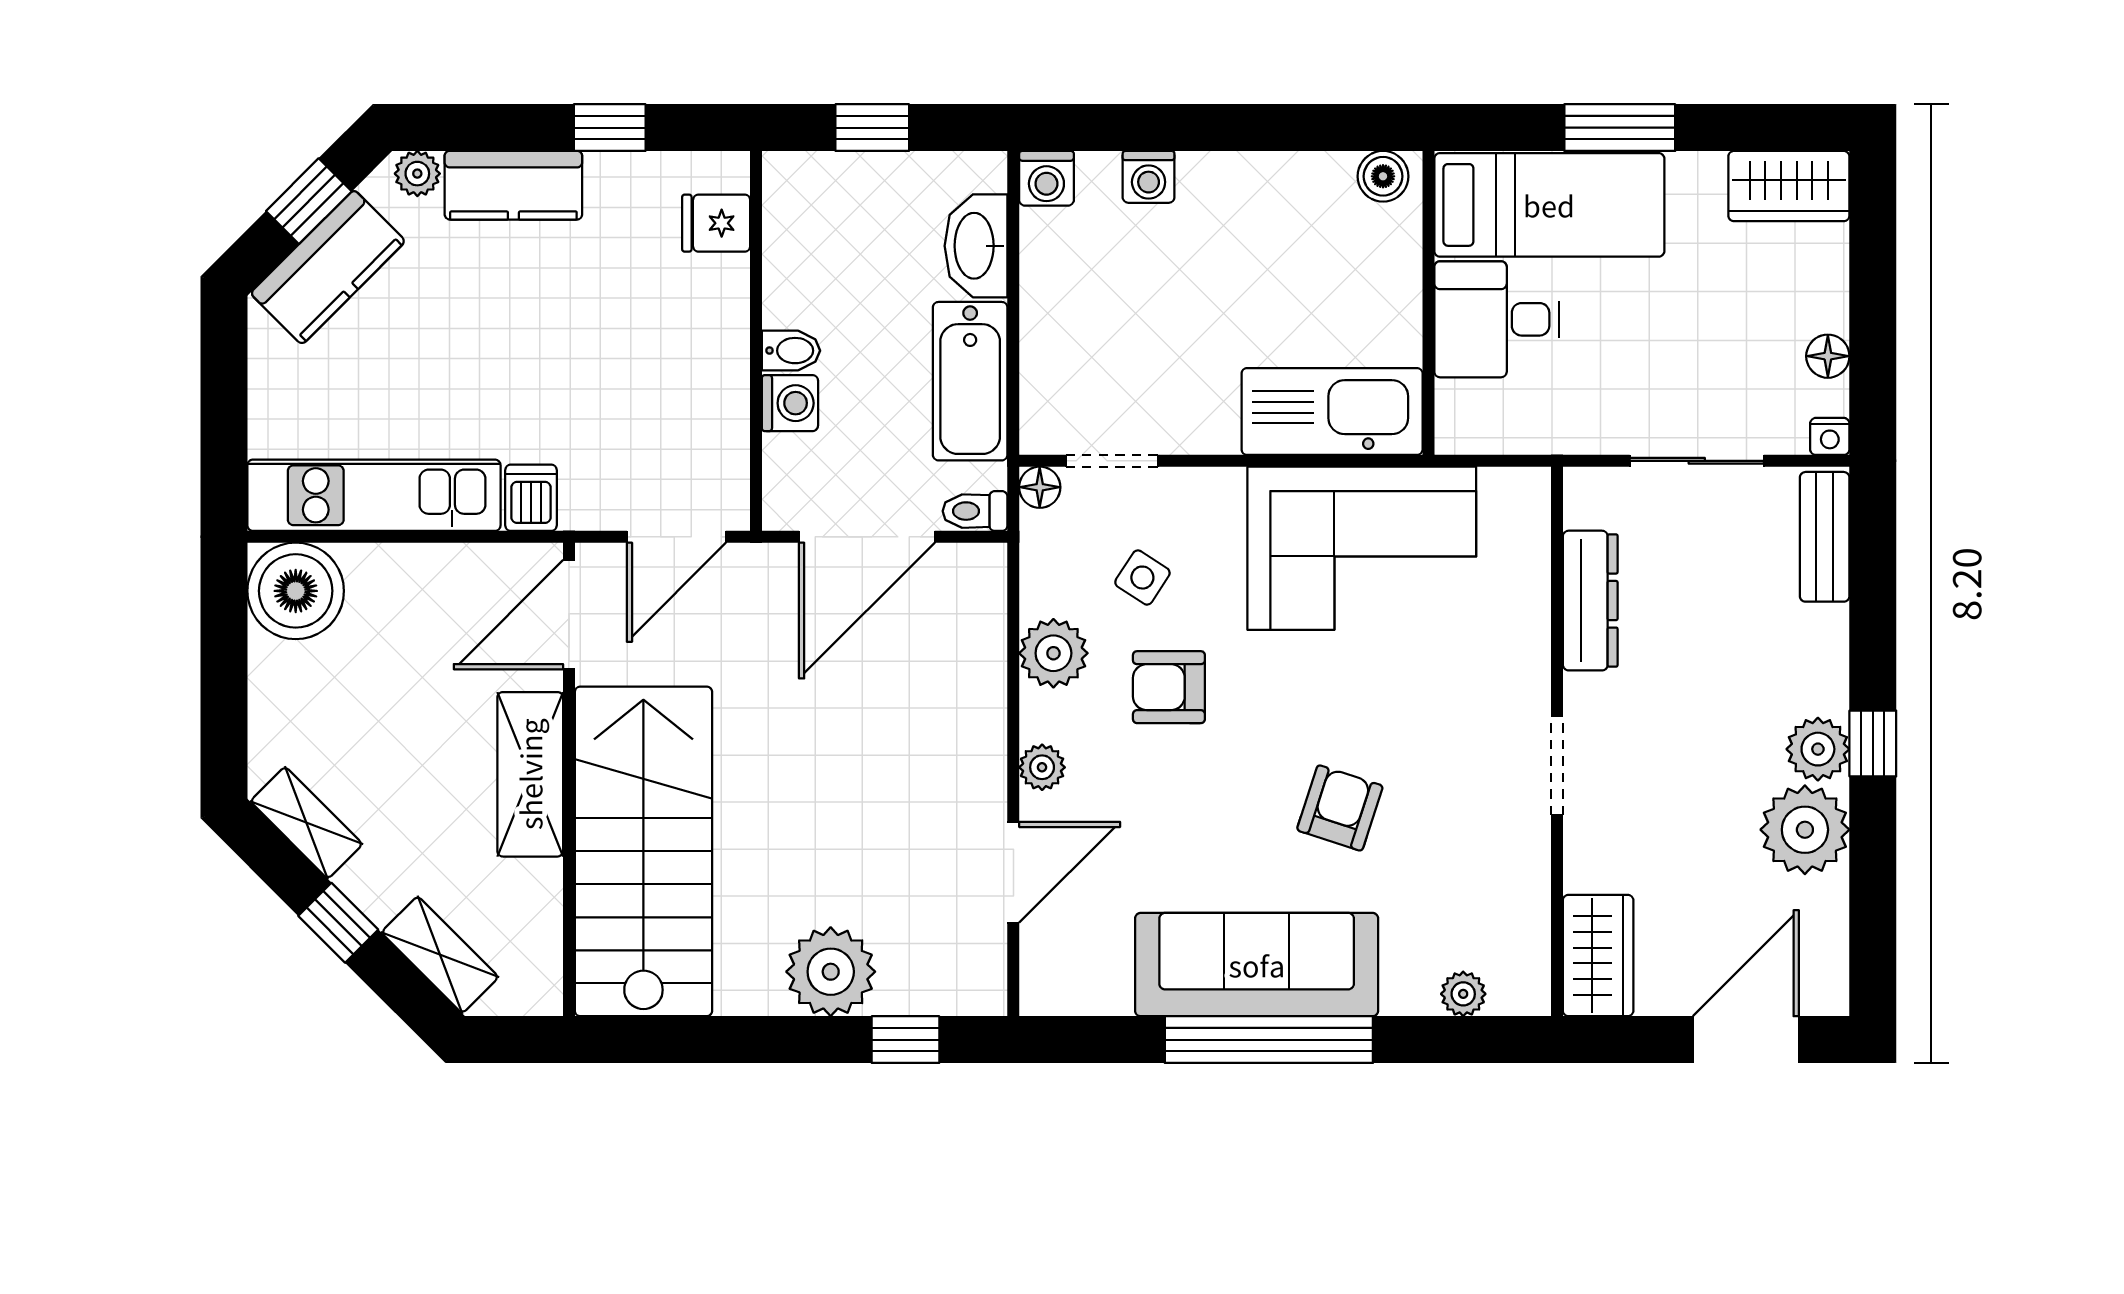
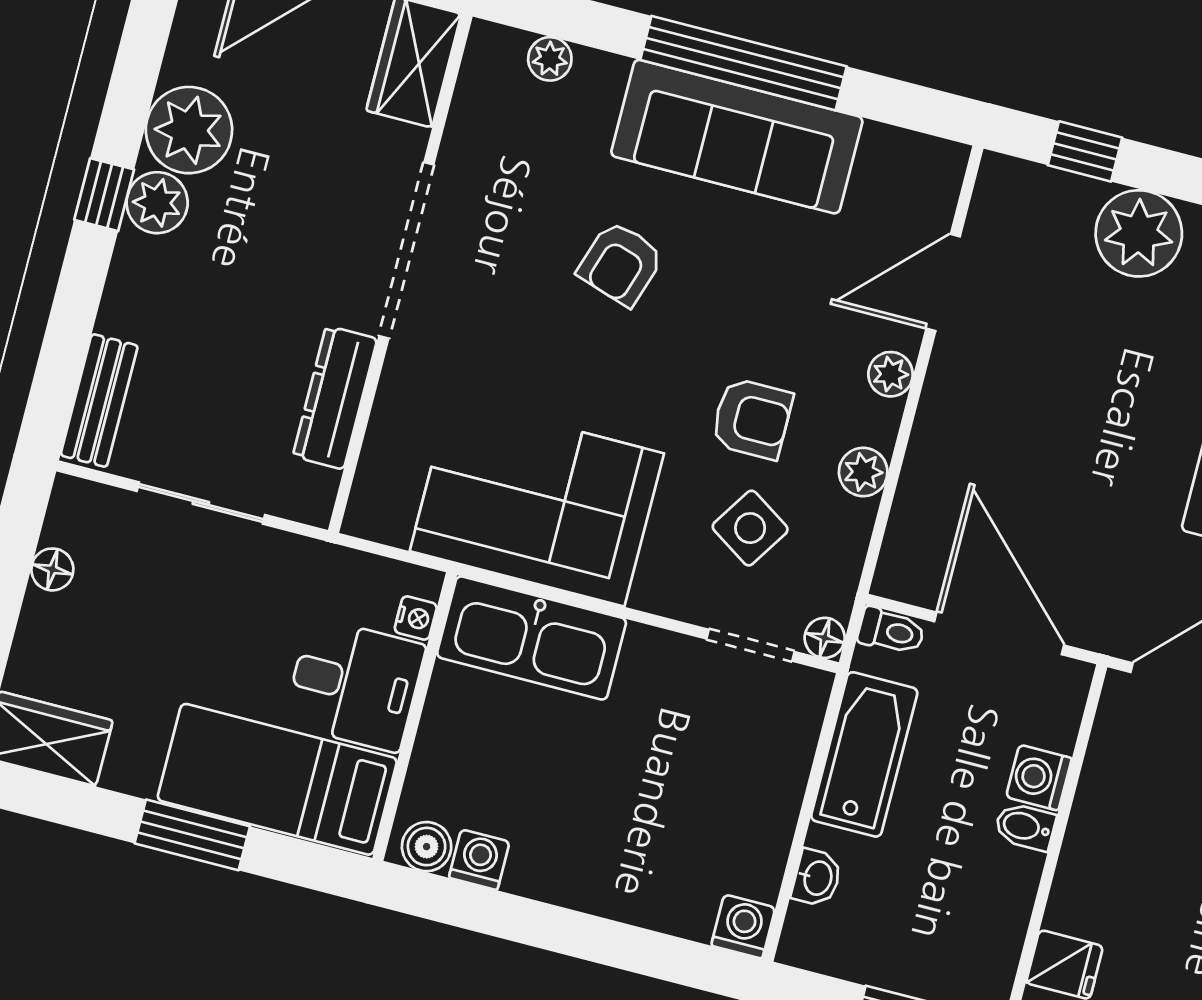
washing machine: (1149, 177) -> (479, 860), moved
washbasin: (976, 246) -> (817, 878), width x0.52, depth x0.69
nightstand: (1830, 436) -> (416, 618), moved, turned 90
door: (867, 537) -> (999, 633), hinge flipped
side table: (1142, 578) -> (750, 528), width x1.37, depth x1.37
plant: (1053, 653) -> (863, 472), width x0.73, depth x0.73
doorway: (1557, 766) -> (406, 250), width x1.87

